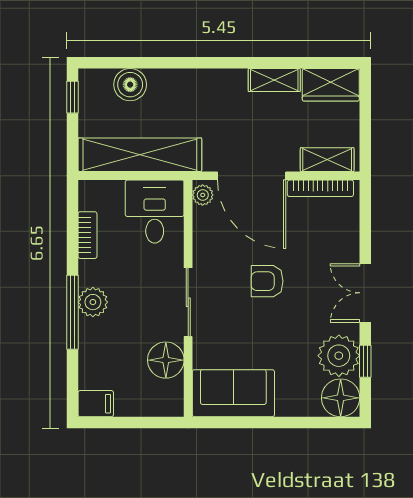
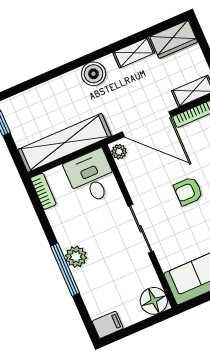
boiler: (130, 85) -> (94, 74), moved
bookcase: (87, 235) -> (43, 191), moved
floor lamp: (166, 360) -> (154, 301), moved

